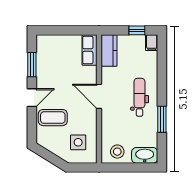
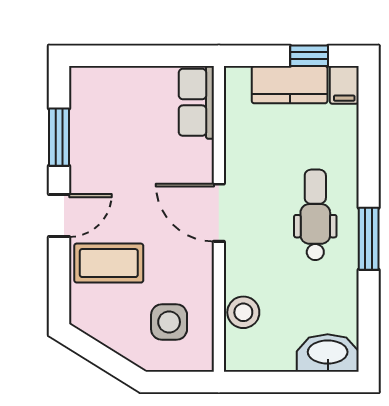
kitchen counter: (109, 51) -> (290, 85), moved, turned 90
window: (162, 119) -> (369, 239), moved
stool: (117, 152) -> (243, 312), moved

